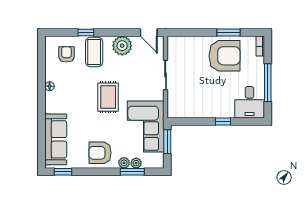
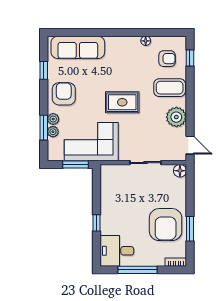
window: (86, 33) -> (190, 58), moved
door: (149, 33) -> (190, 145), swing flipped
floor lamp: (173, 42) -> (180, 171), added
floor lamp: (50, 86) -> (146, 41), moved
window: (63, 172) -> (44, 70), moved

